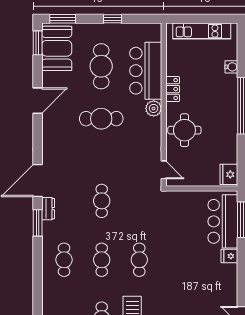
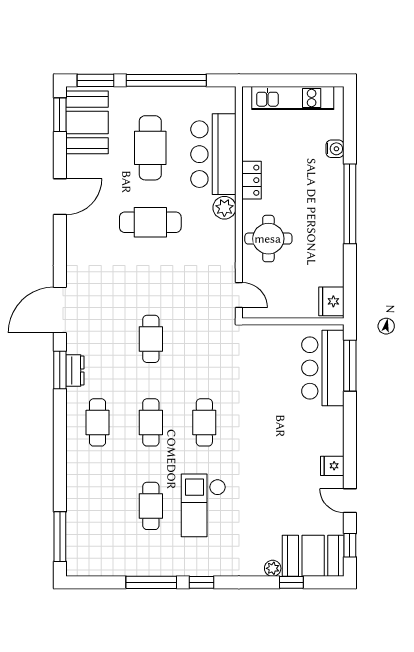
window: (112, 19) -> (166, 80), width x3.17
dresser: (48, 209) -> (75, 371), moved
fridge: (229, 256) -> (332, 466), moved

